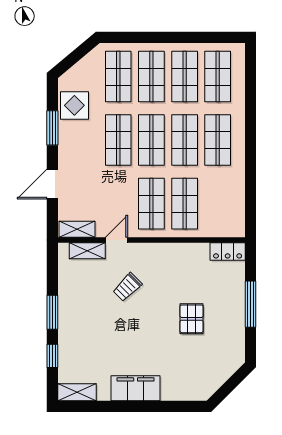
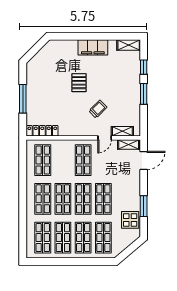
door: (52, 184) -> (144, 160), moved
shop shelf: (185, 204) -> (43, 160), moved
locker: (228, 252) -> (42, 131), width x1.53
pallet: (192, 319) -> (79, 83), moved

